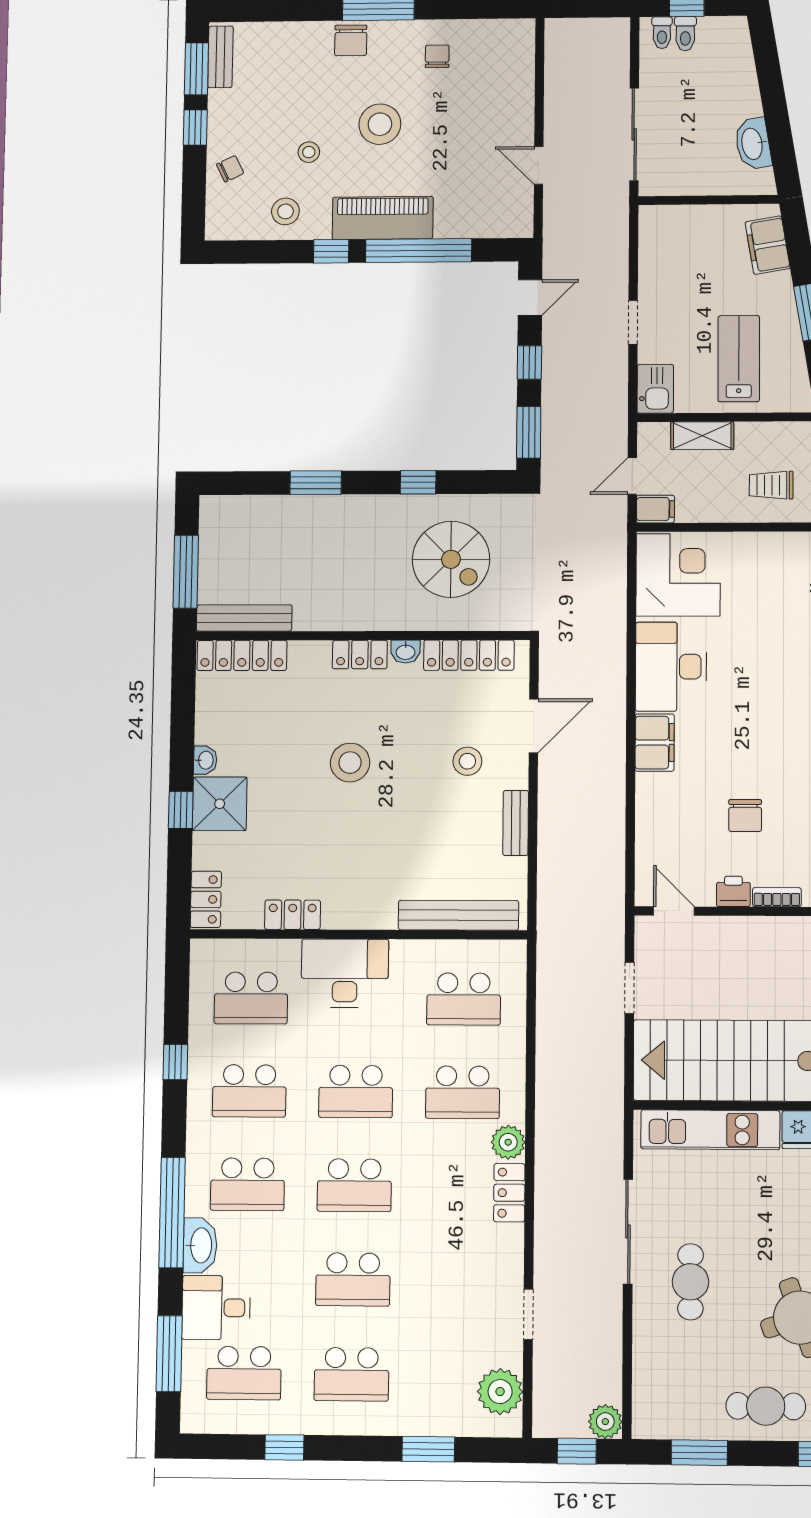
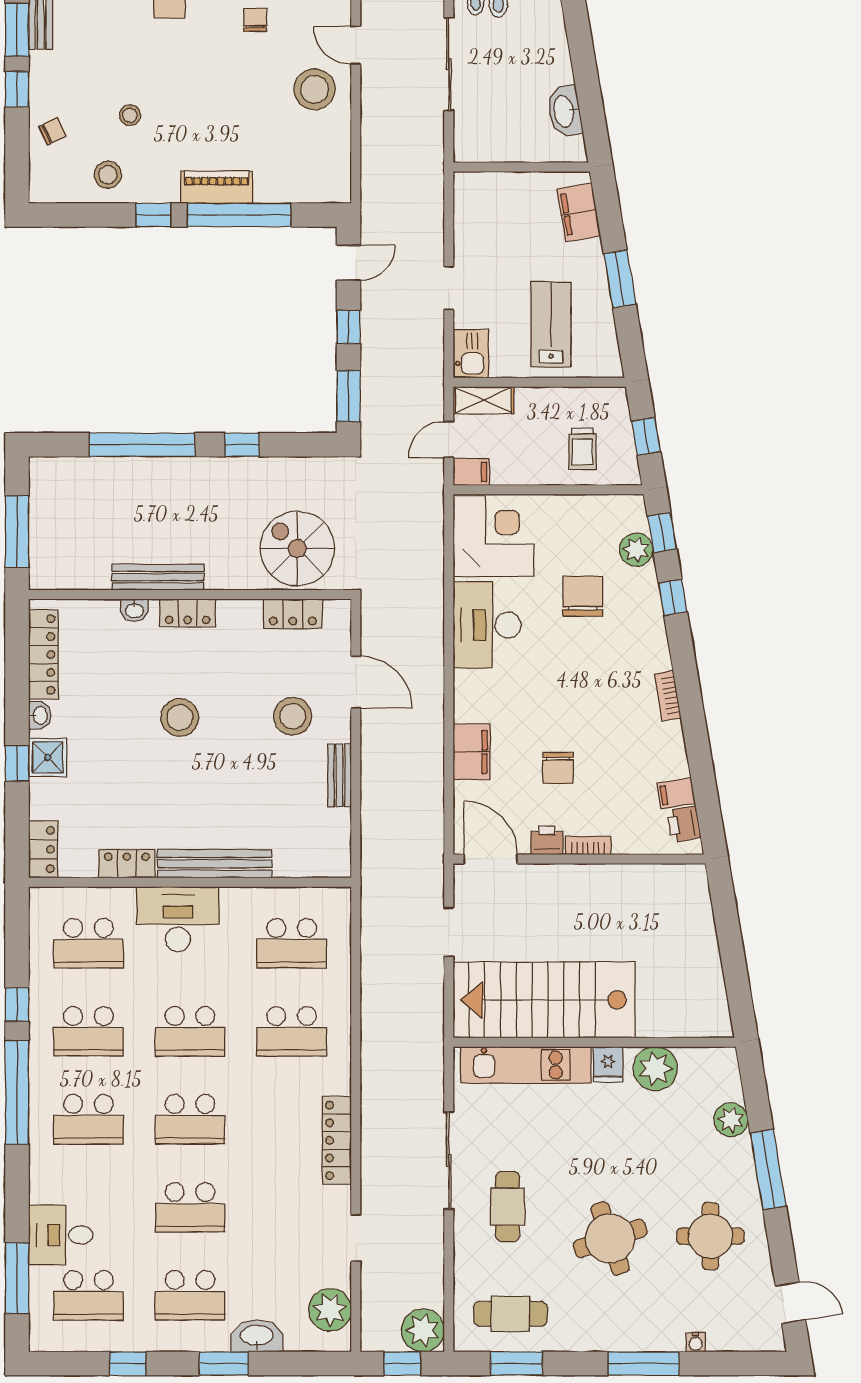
stool: (380, 124) -> (315, 89), moved
sliding door: (634, 134) -> (449, 64), moved
door: (539, 165) -> (356, 45), moved
piano: (383, 218) -> (217, 187), width x0.73, depth x0.75
shelving: (702, 436) -> (483, 400), moved
window: (316, 483) -> (142, 445), width x2.11
trolley: (771, 485) -> (582, 449), turned -90
spiral stairs: (451, 559) -> (297, 549), moved, turned 180
bench: (244, 618) -> (158, 577), moved
chair: (771, 637) -> (583, 596), added
washbasin: (406, 652) -> (134, 610), moved
locker: (242, 655) -> (43, 655), moved, turned -90
locker: (469, 655) -> (293, 614), width x0.66
door: (534, 726) -> (356, 682), hinge flipped
filing cabinet: (655, 743) -> (472, 752), moved
stool: (467, 761) -> (293, 716), width x1.38, depth x1.38
shower: (220, 804) -> (48, 757), width x0.73, depth x0.73
door: (674, 911) -> (491, 859), width x1.38
bench: (458, 915) -> (214, 864), moved
plant: (508, 1142) -> (335, 1078), removed
locker: (509, 1193) -> (337, 1140), width x1.53
window: (172, 1213) -> (17, 1092), moved
washbasin: (200, 1245) -> (257, 1336), moved, turned -90
cafe table: (766, 1406) -> (510, 1314), moved
plant: (605, 1422) -> (423, 1330), width x1.36, depth x1.36
window: (428, 1449) -> (224, 1364), moved

